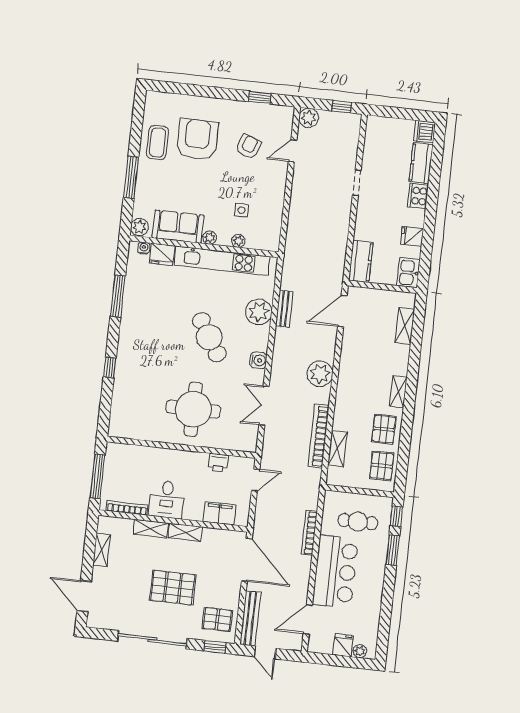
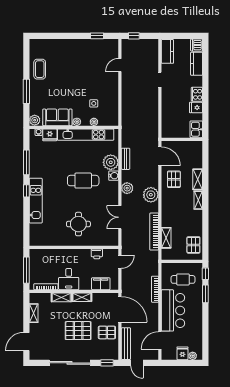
window: (342, 107) -> (134, 36), moved
plant: (309, 118) -> (127, 188), moved
armchair: (197, 139) -> (63, 65), removed
armchair: (249, 147) -> (94, 66), removed
cooker: (418, 196) -> (197, 94), moved
kitchen counter: (361, 261) -> (167, 51), moved
door: (342, 311) -> (160, 156), swing flipped
shelving: (405, 326) -> (198, 179), moved
cafe table: (209, 337) -> (83, 181), turned -58
water cooler: (258, 360) -> (114, 176), moved
kitchen unit: (126, 362) -> (36, 201), added
window: (110, 368) -> (26, 191), moved
round table: (193, 409) -> (78, 224), width x0.73, depth x0.73
pallet: (384, 429) -> (174, 179), moved
door: (84, 596) -> (26, 342), hinge flipped
pallet: (217, 619) -> (107, 332), moved

